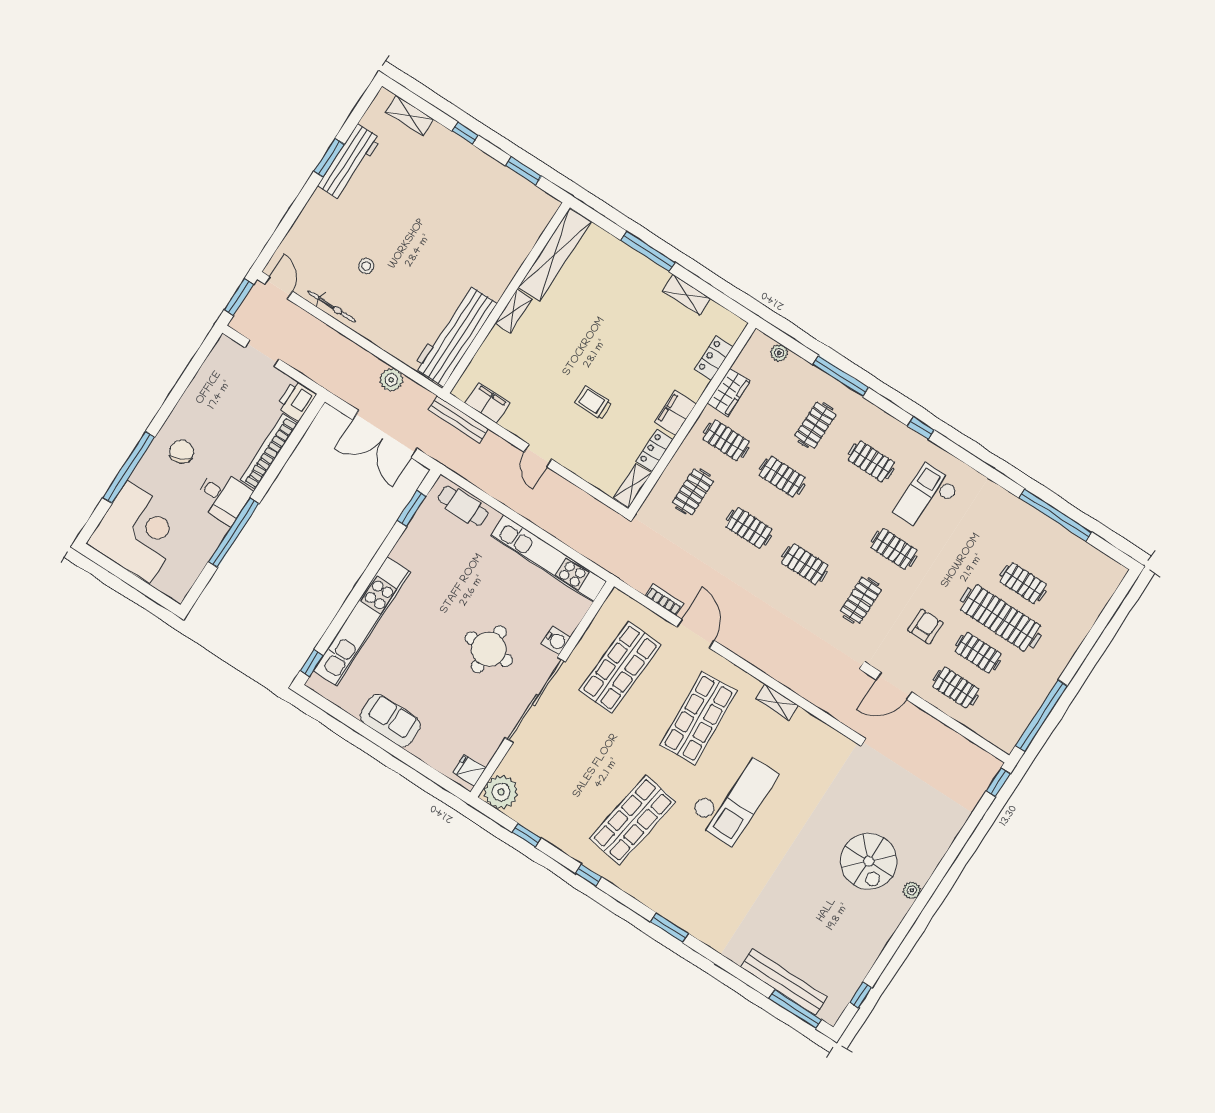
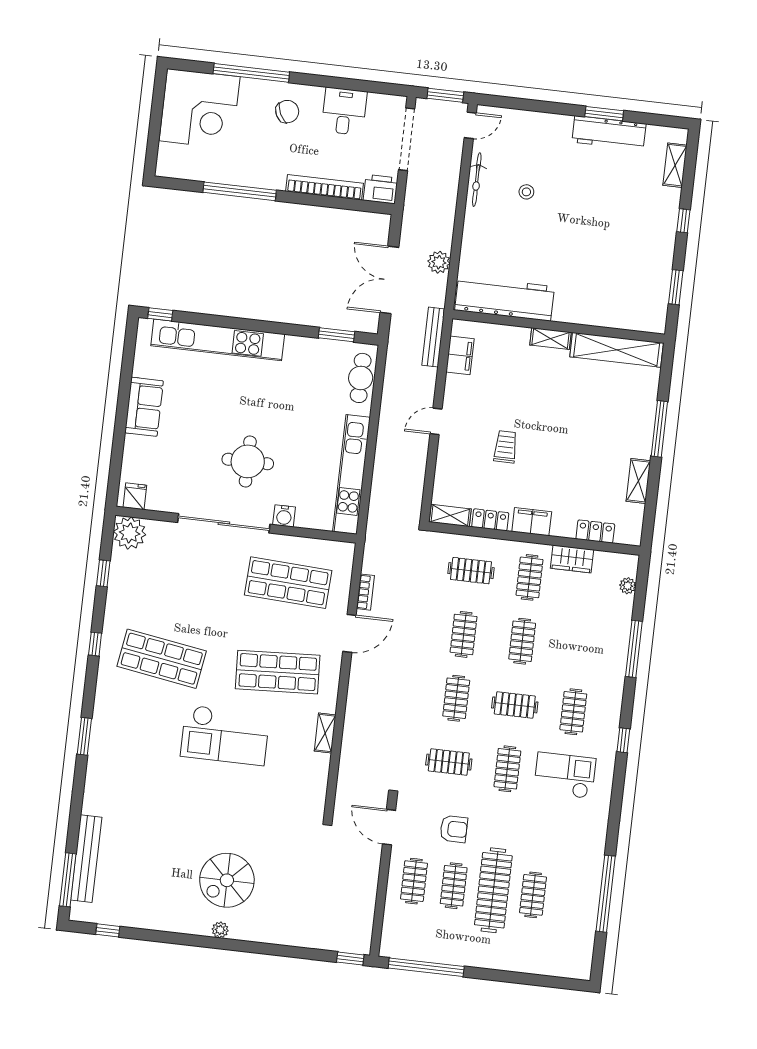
doorway: (262, 353) -> (407, 139), width x1.88
clothes rail: (815, 425) -> (515, 705), moved
desk: (223, 497) -> (344, 111), moved, turned 180

